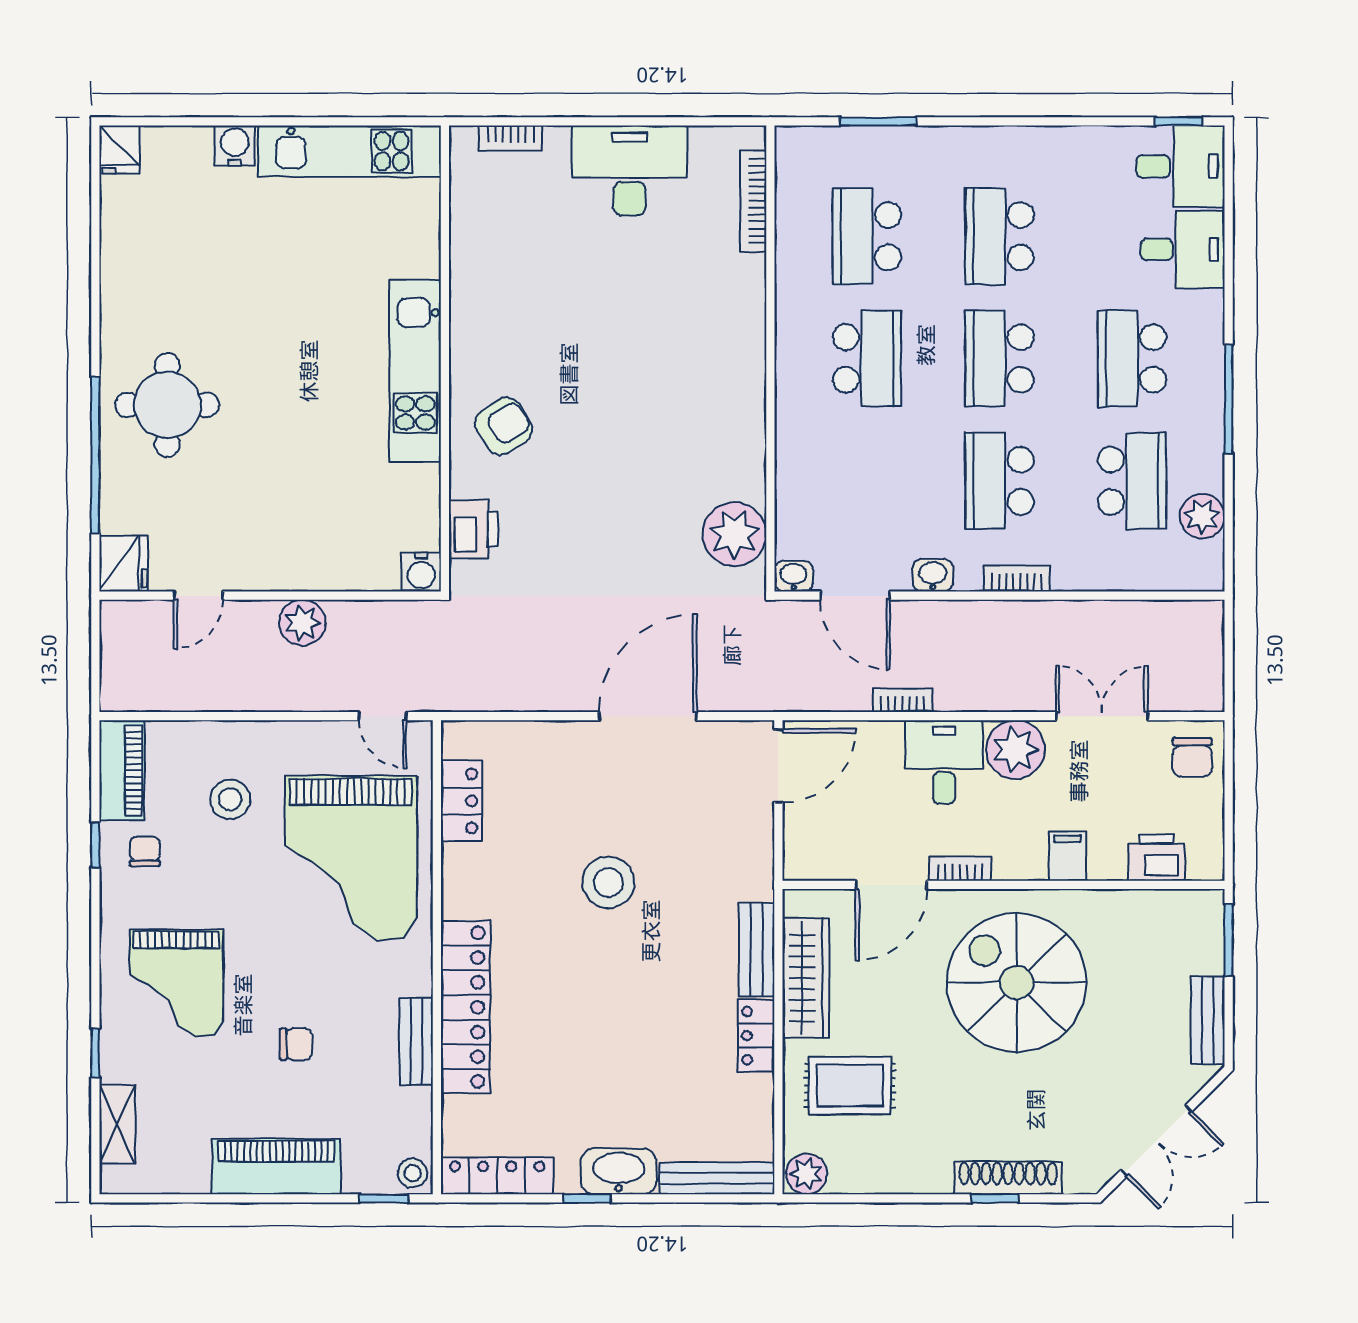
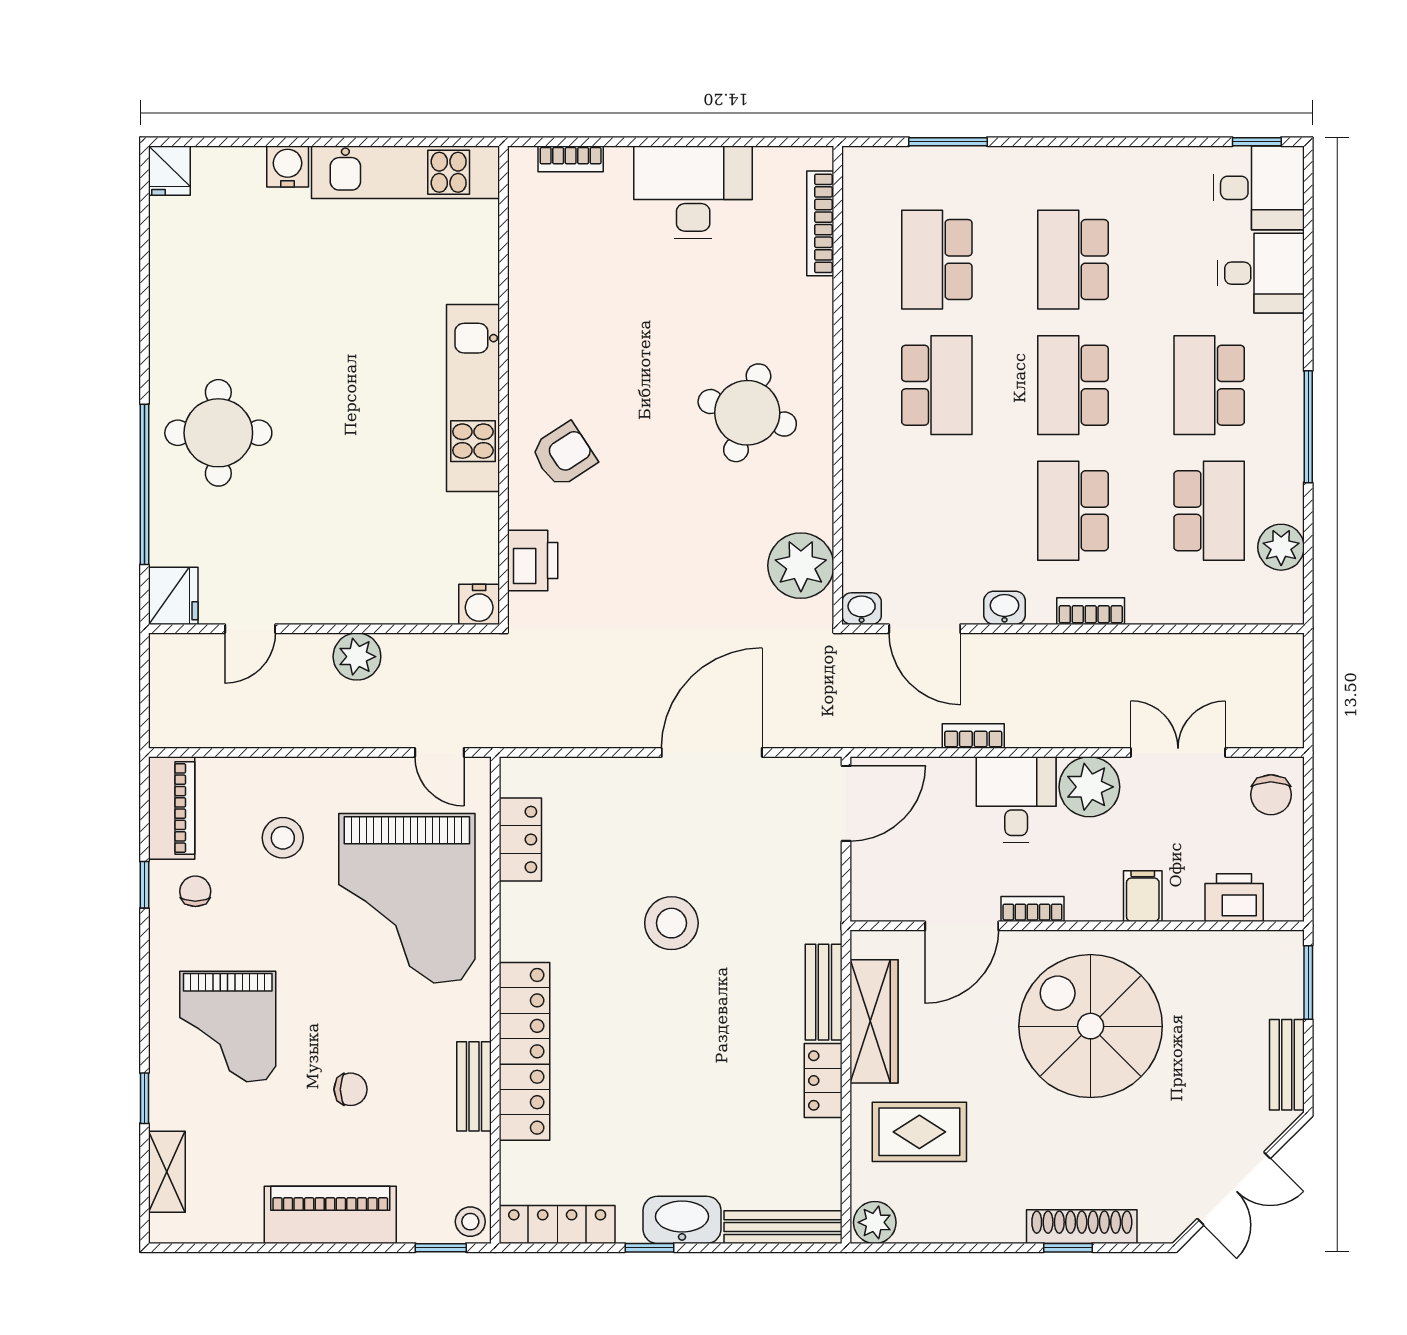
round table: (682, 385) -> (747, 413), added

